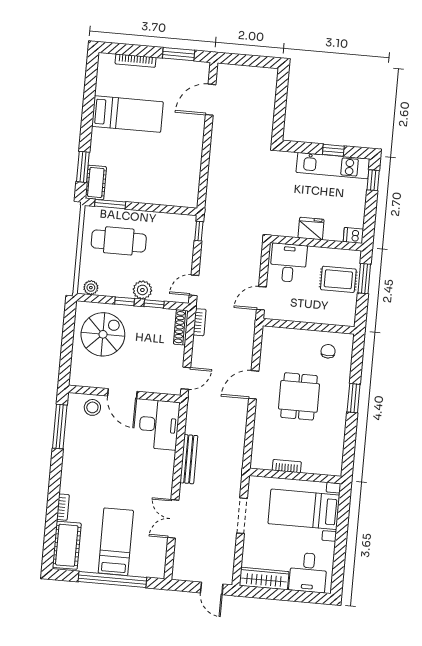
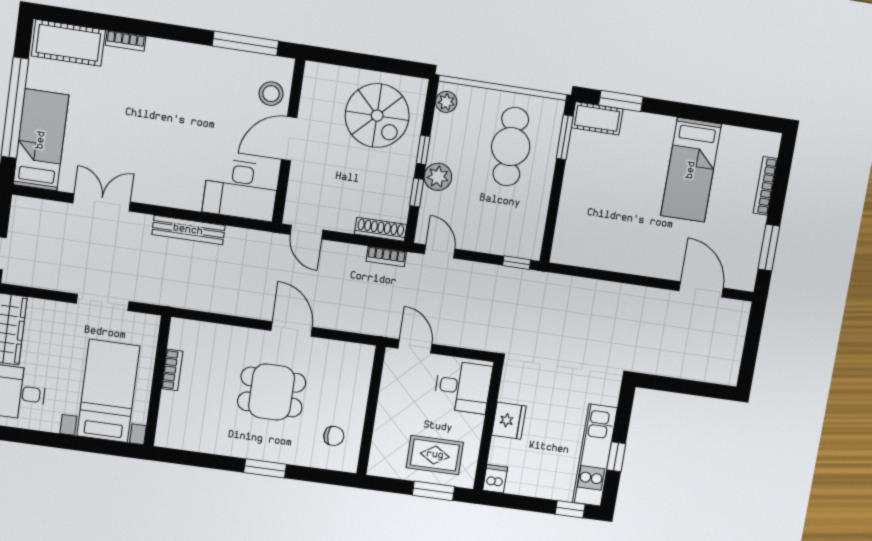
rug: (338, 279) -> (435, 455), turned 90
bed: (116, 542) -> (41, 140), moved, turned -90

